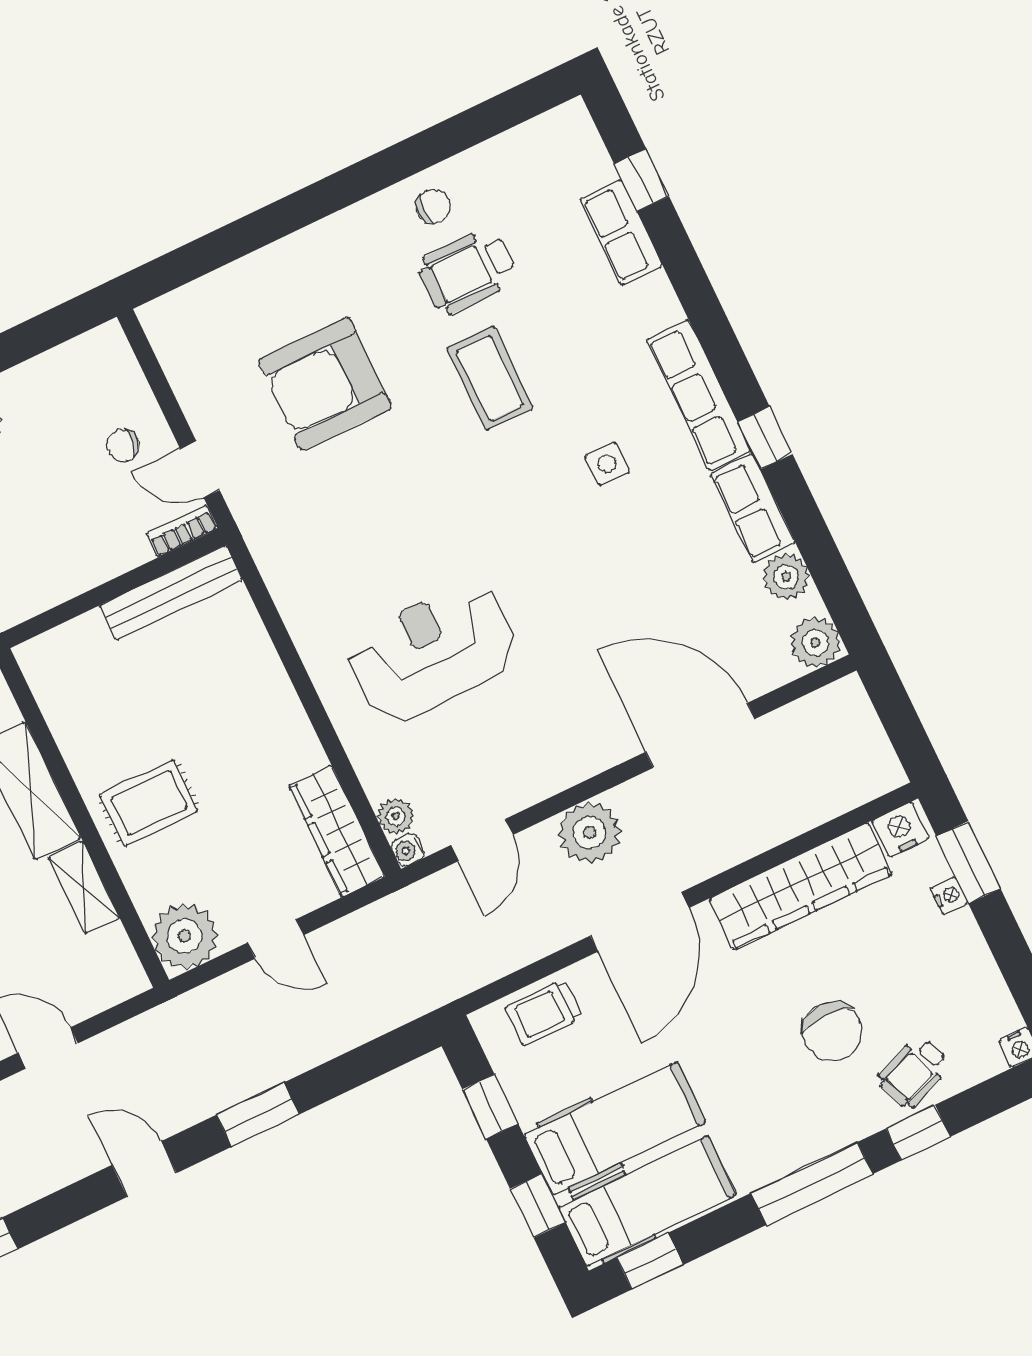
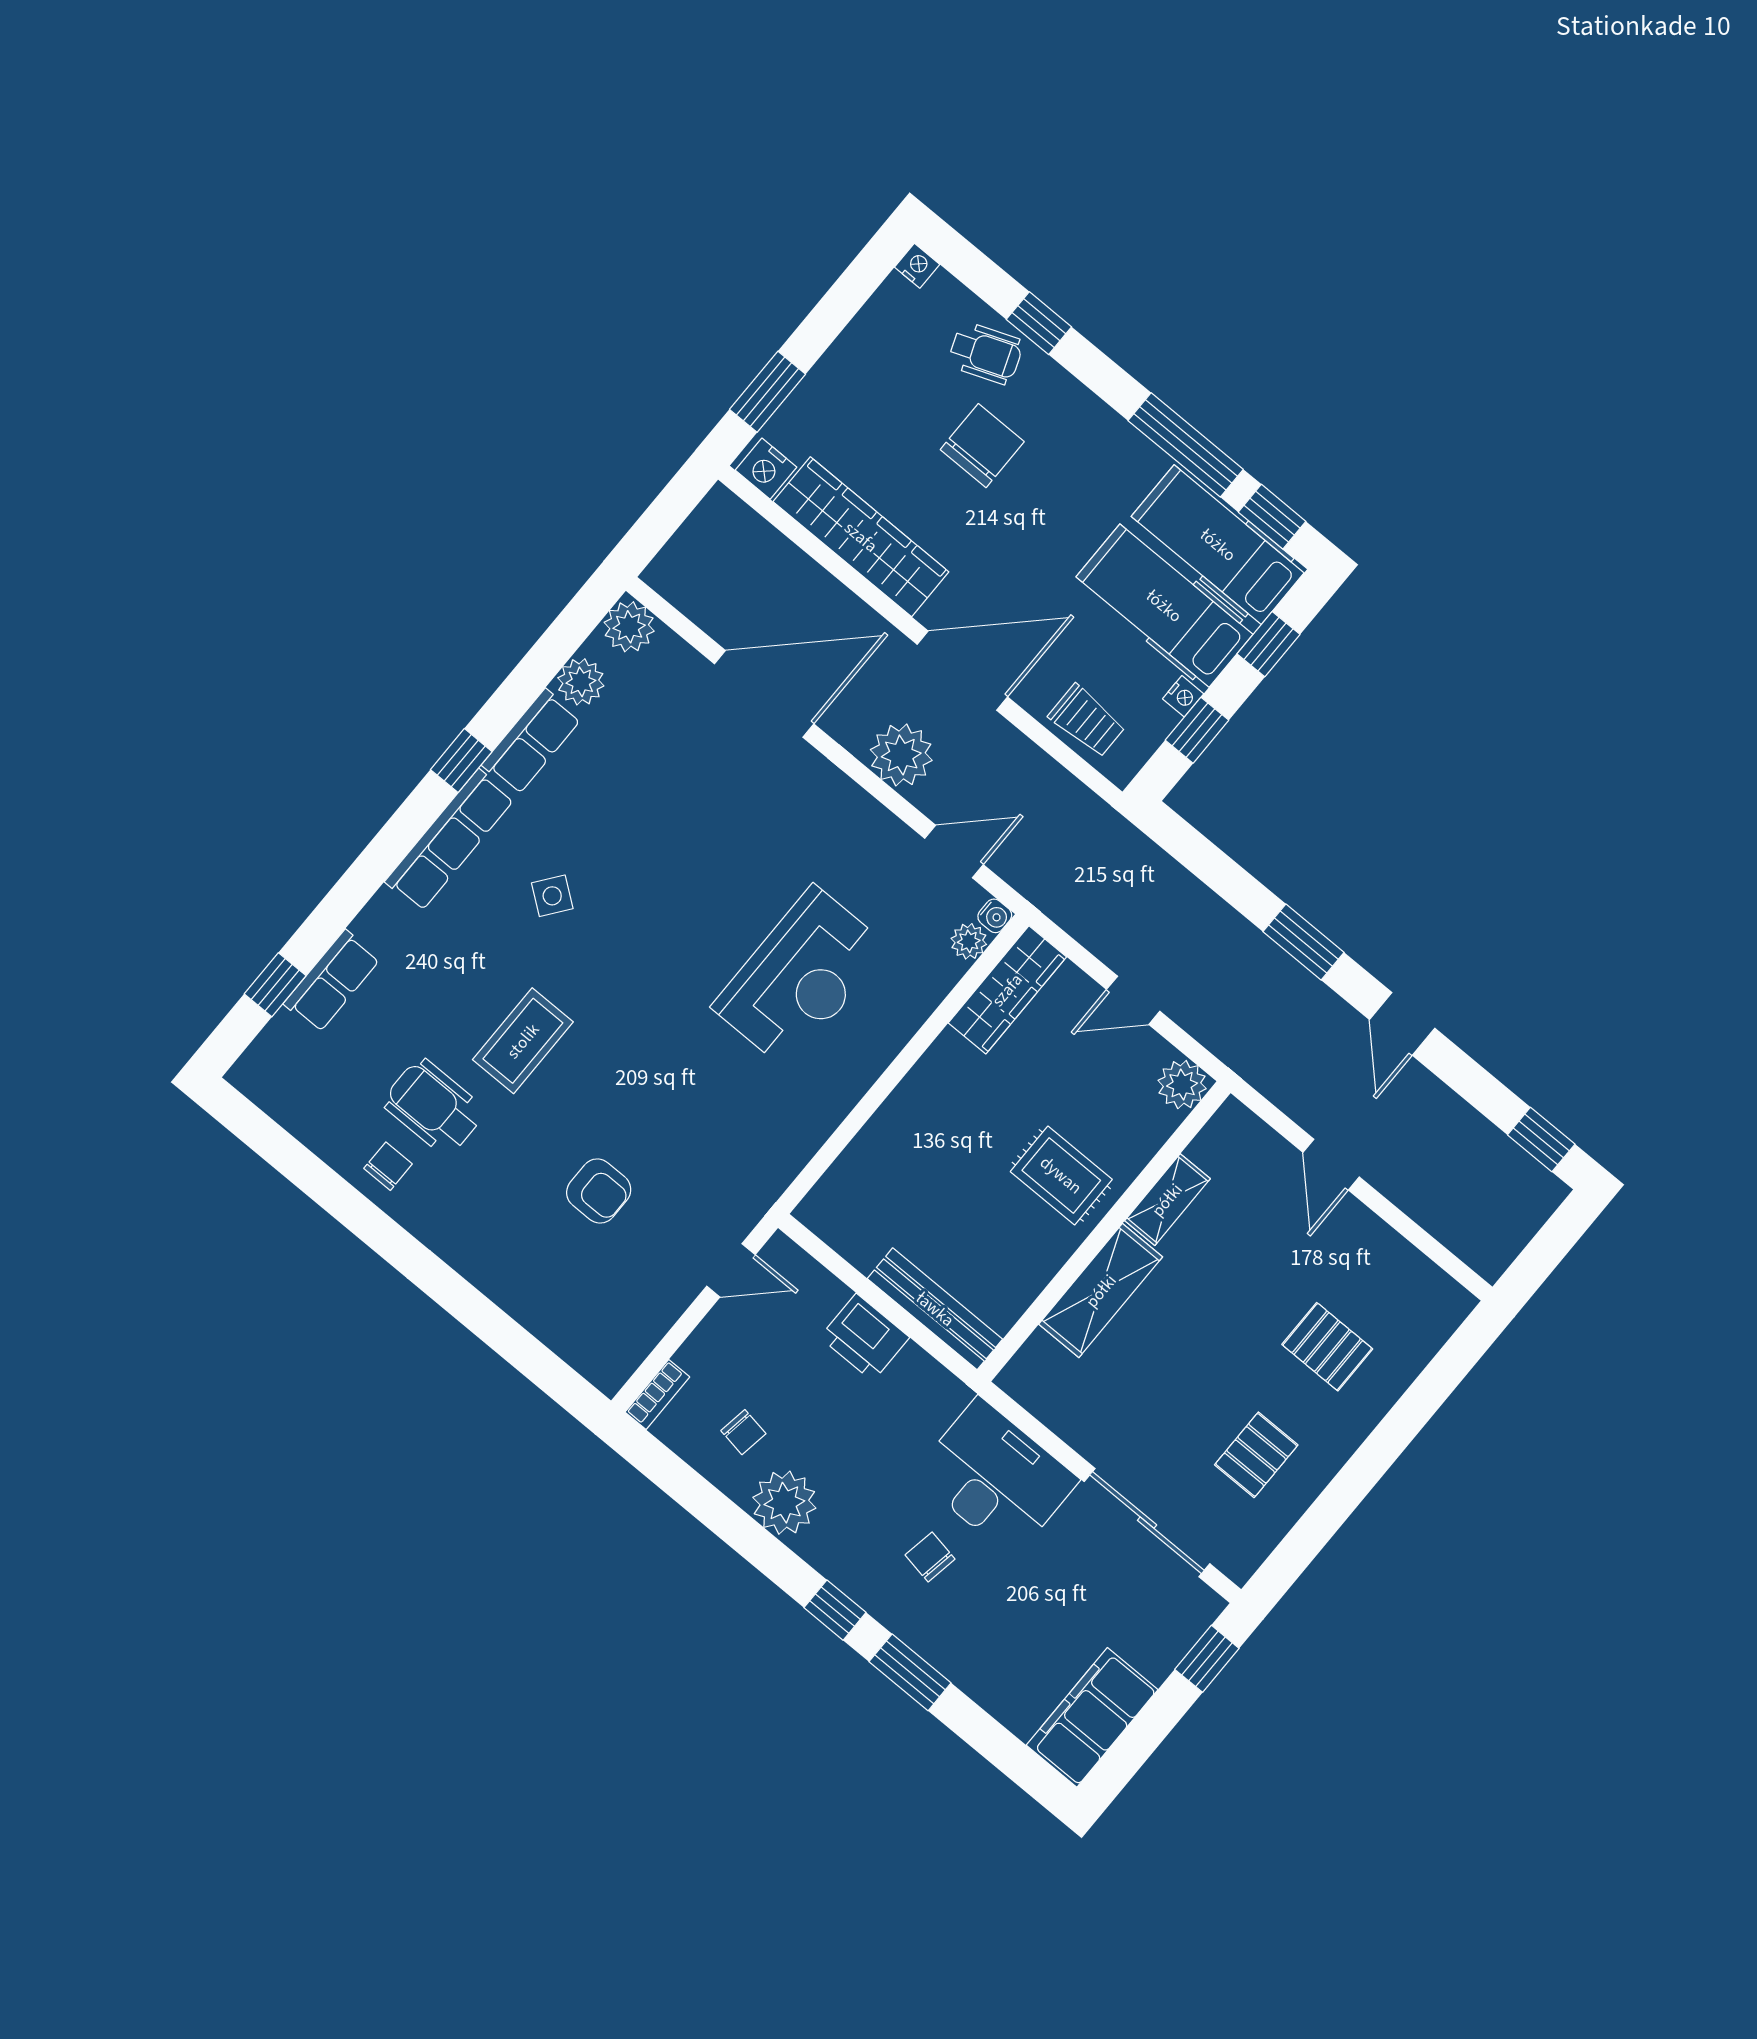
chair: (433, 206) -> (388, 1166), turned 90
wheelchair: (467, 271) -> (434, 1107), turned 180
armchair: (325, 384) -> (599, 1191), width x0.53, depth x0.53
chair: (123, 445) -> (743, 1432), moved
side table: (607, 464) -> (552, 896), turned 37
door: (200, 469) -> (731, 1270), hinge flipped
bookcase: (182, 531) -> (657, 1395), moved, turned -90
printer: (85, 561) -> (864, 1337), added
bench: (171, 593) -> (935, 1309), moved
reception desk: (433, 652) -> (800, 977), turned -90
door: (700, 735) -> (764, 694), swing flipped
nightstand: (949, 896) -> (1183, 696), moved, turned 180
plant: (185, 936) -> (1182, 1085), width x0.73, depth x0.73
door: (276, 939) -> (1133, 1000), swing flipped
window: (812, 1184) -> (1186, 445), moved

